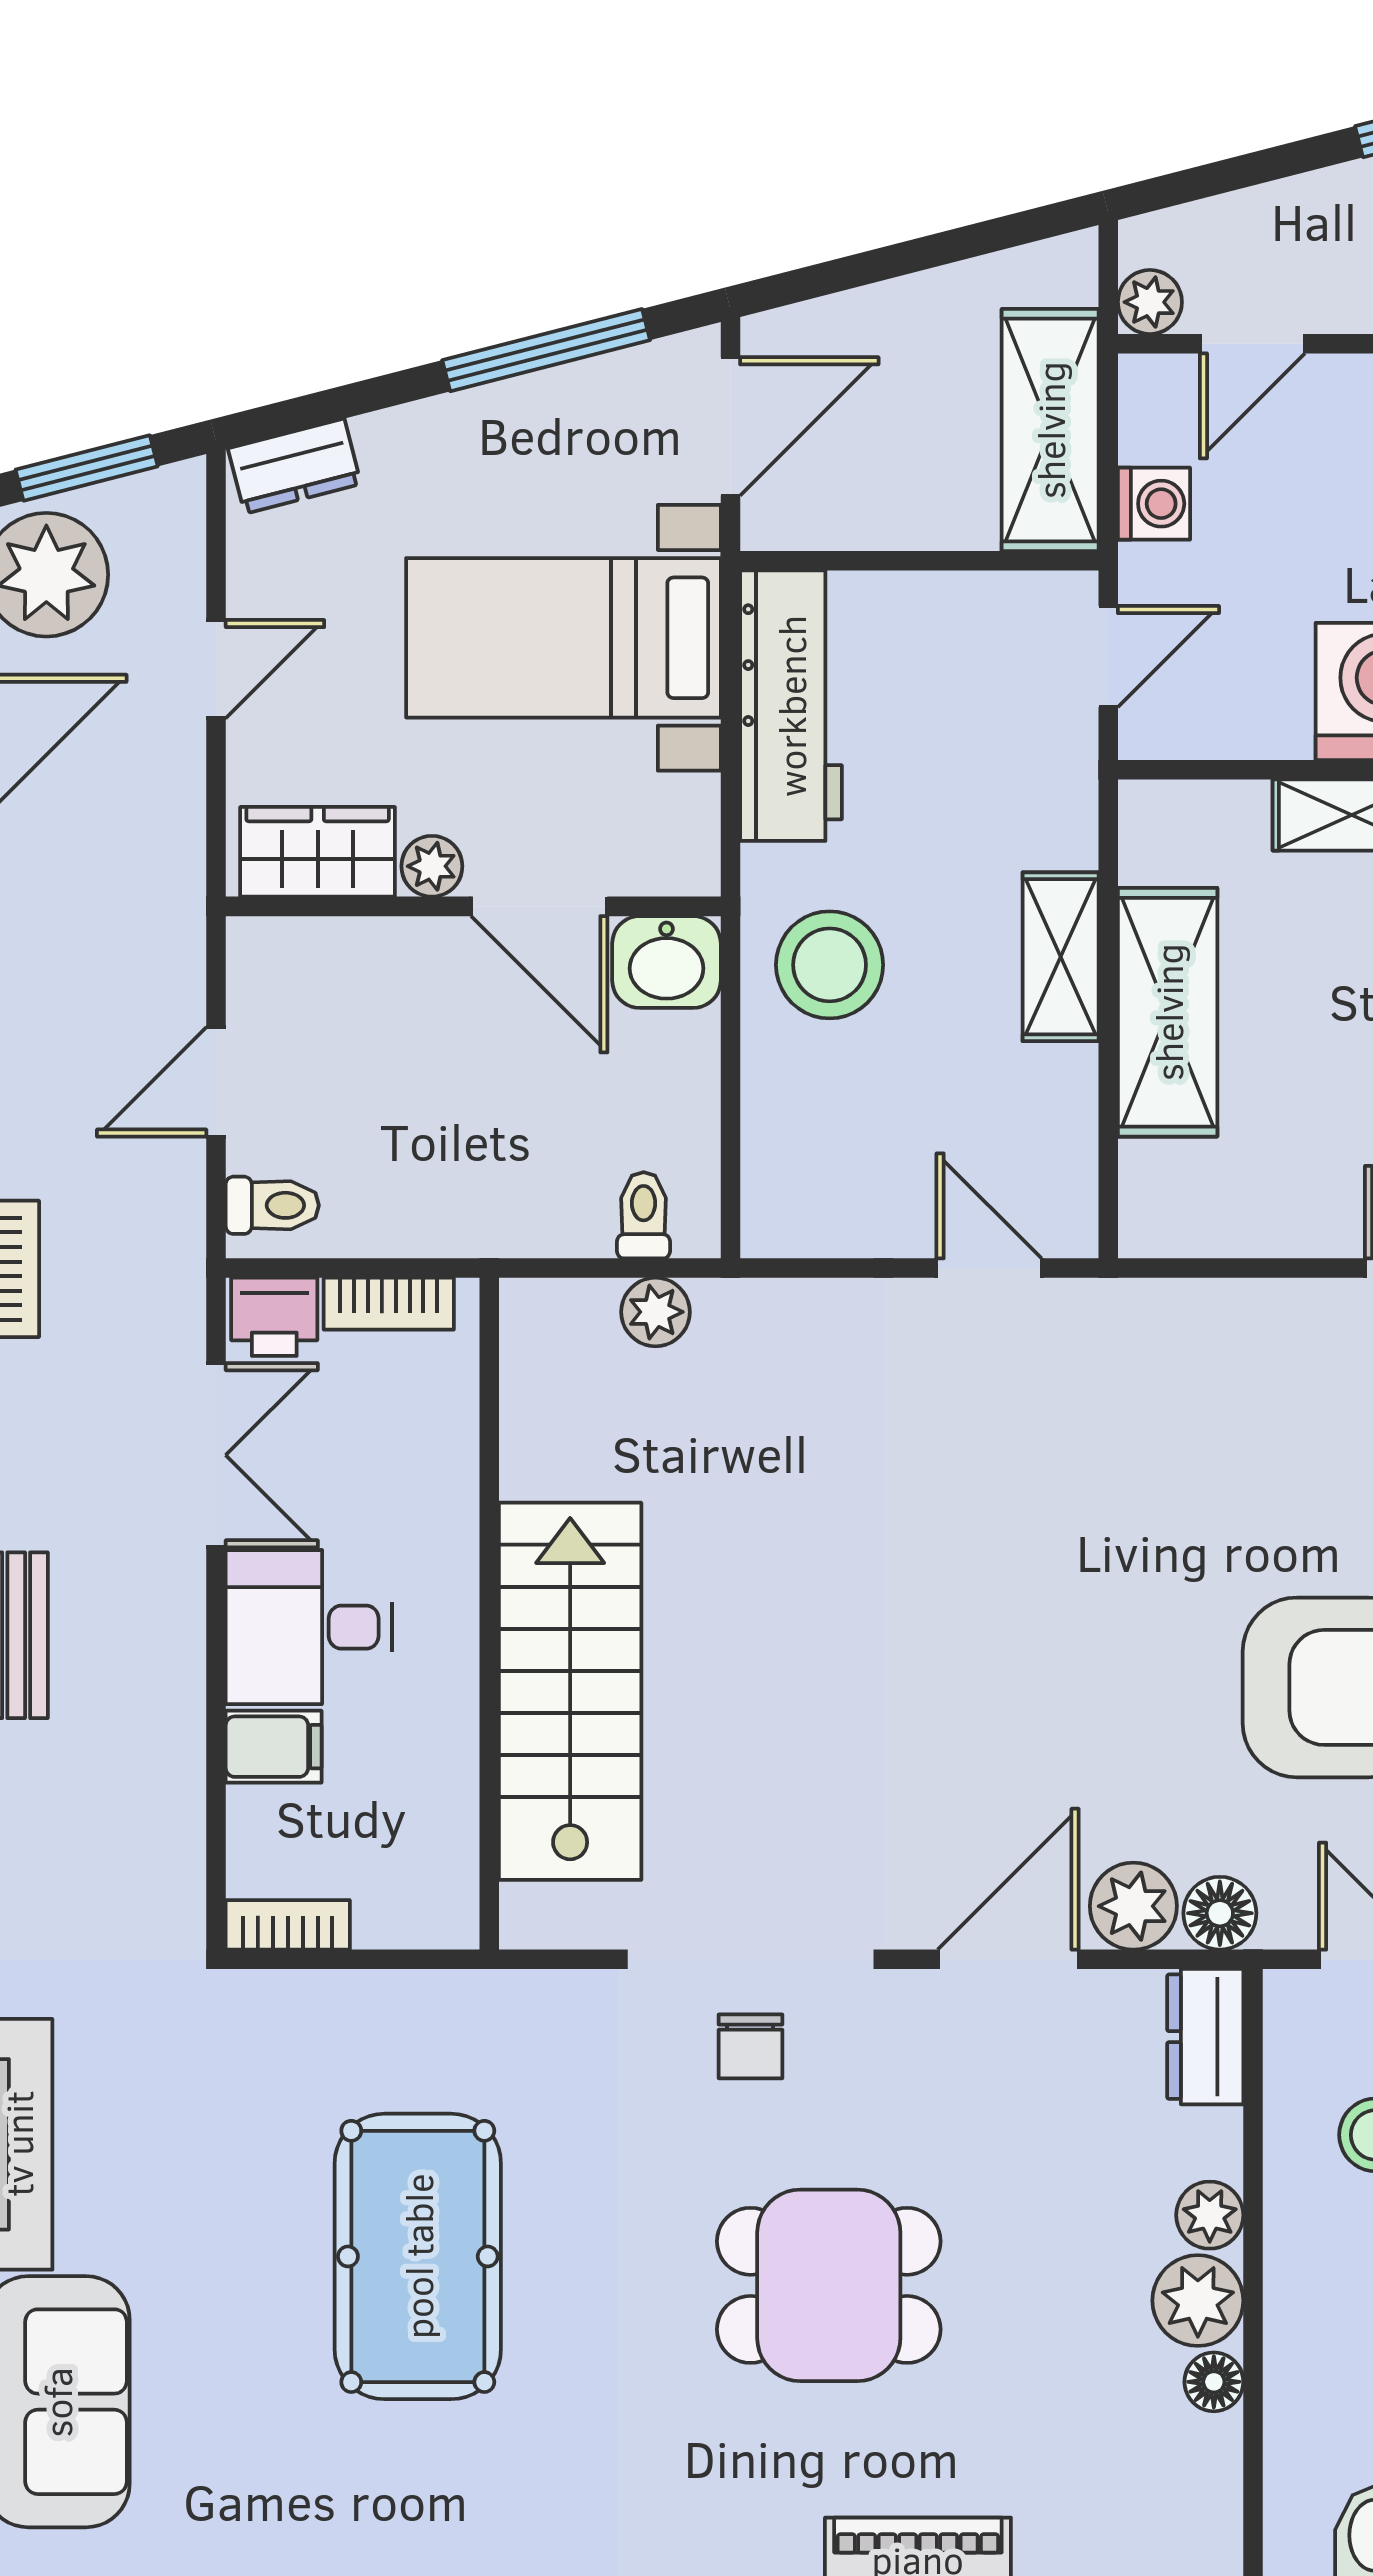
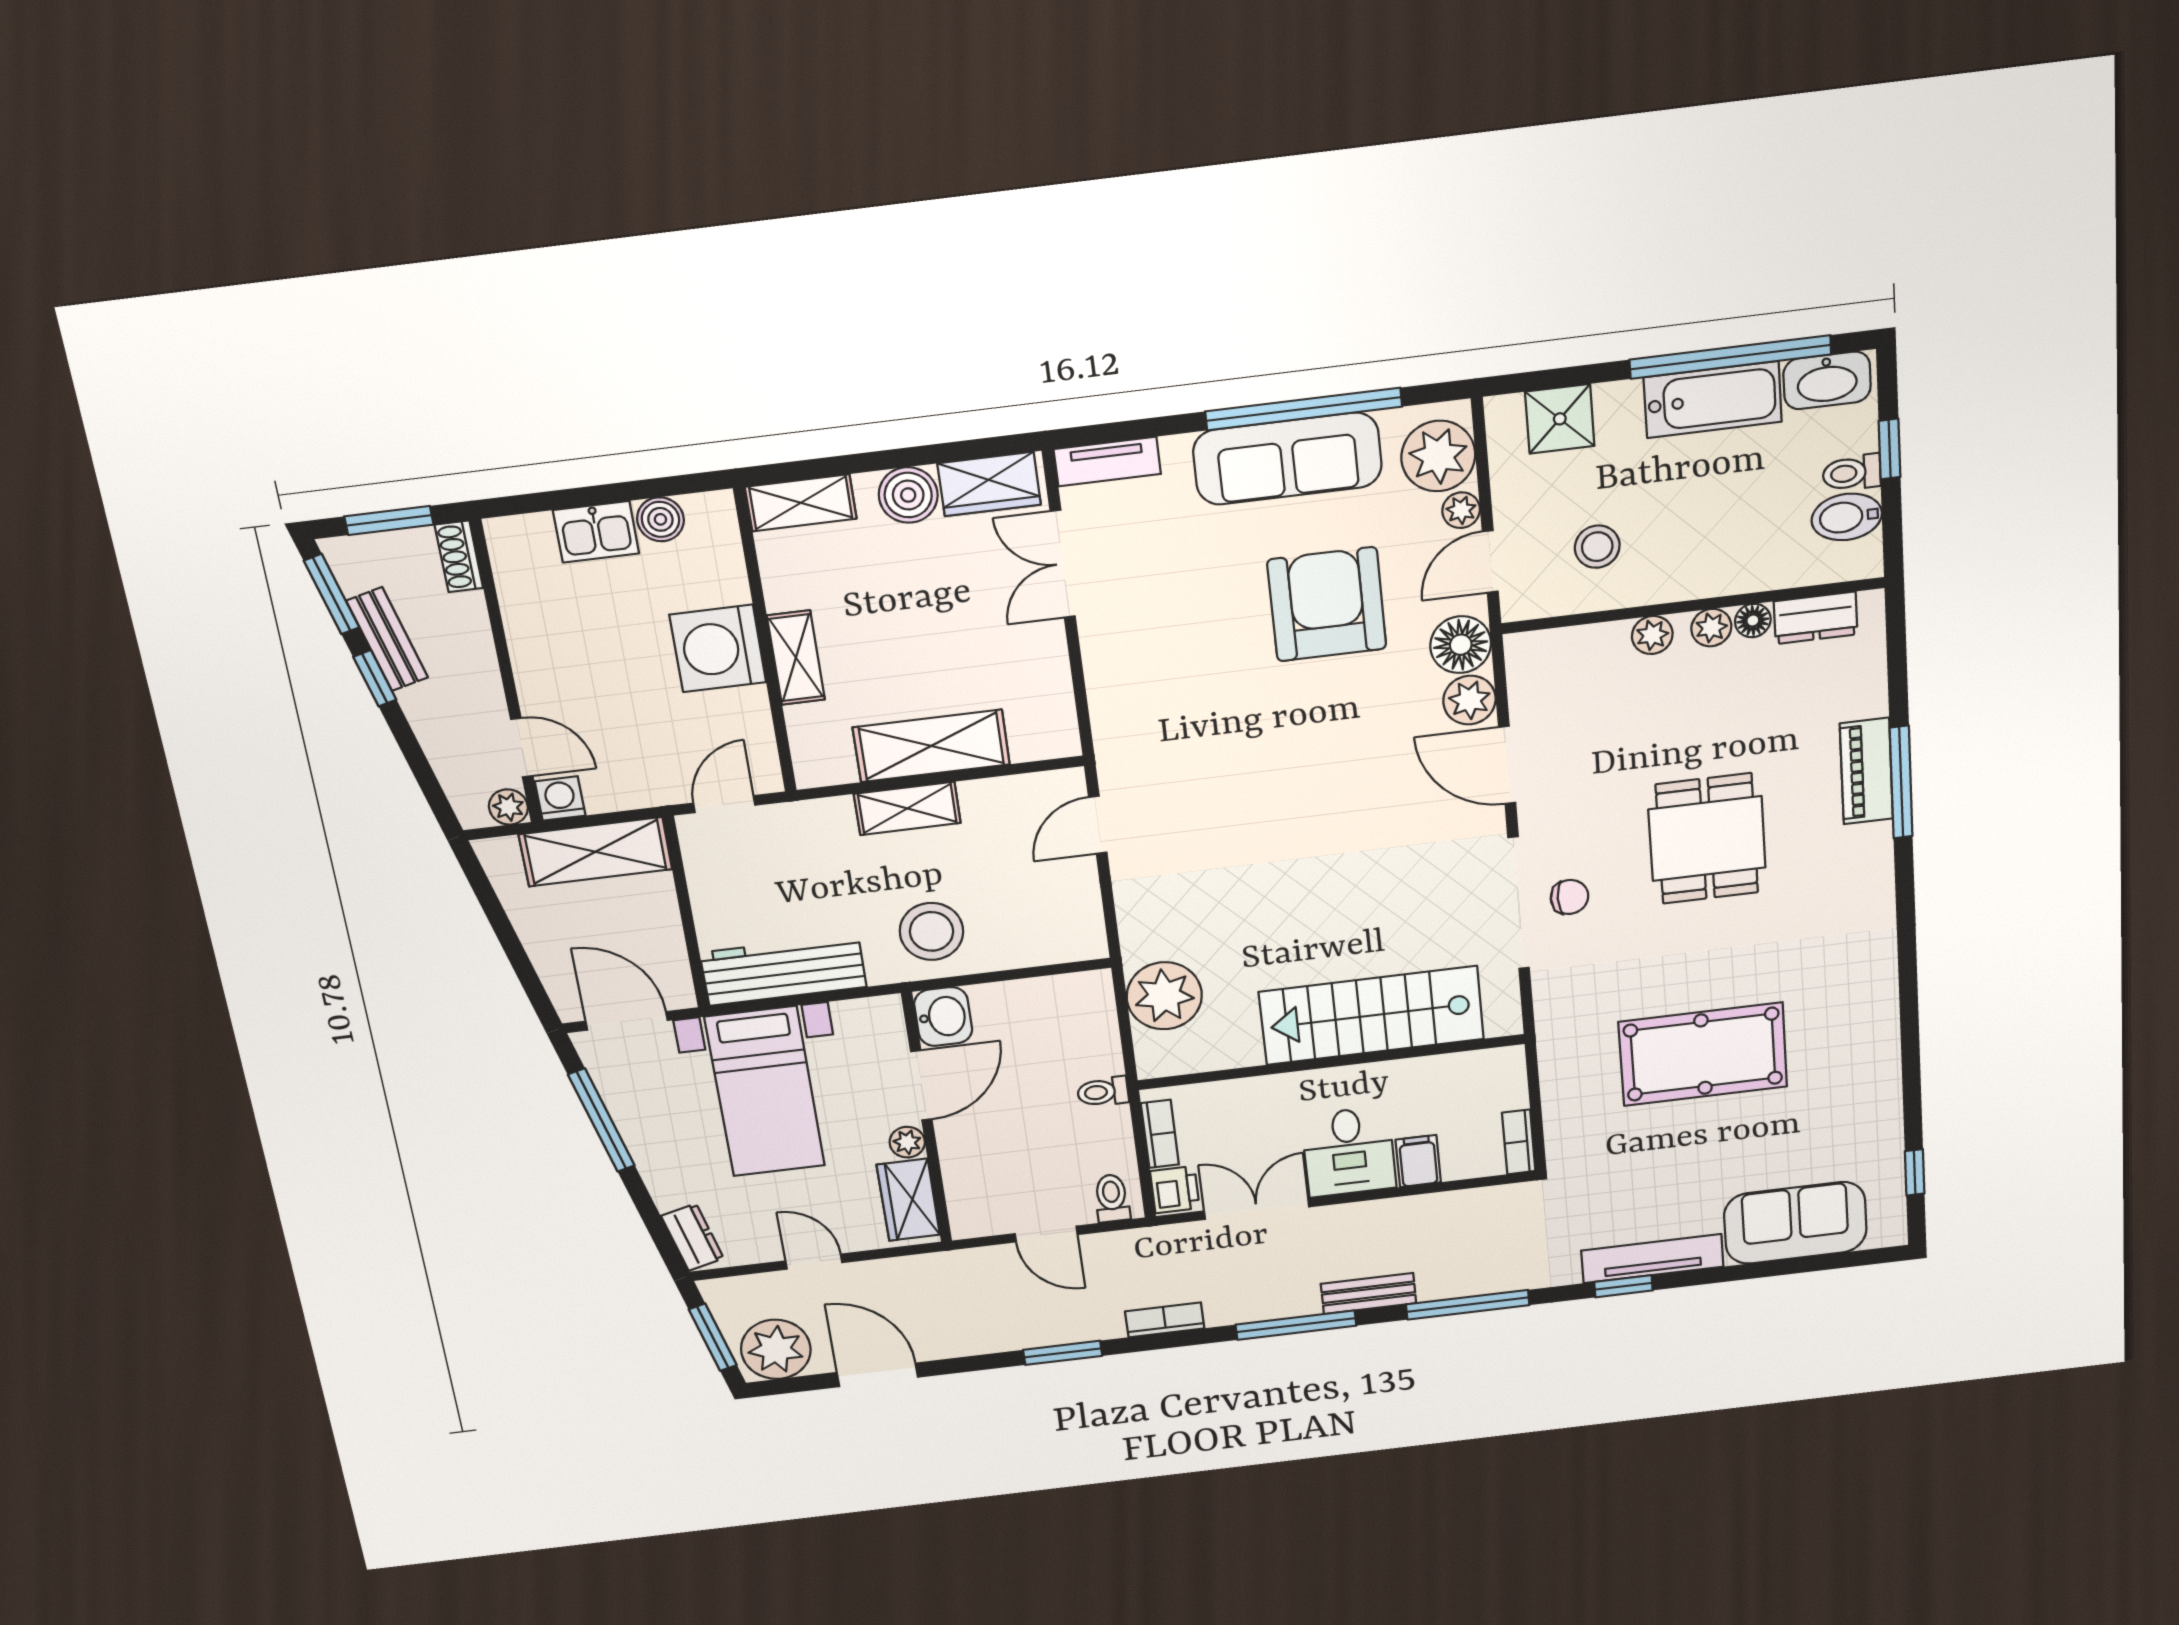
washing machine: (1154, 504) -> (560, 798), moved
door: (1108, 657) -> (724, 804), hinge flipped
toilet: (644, 1215) -> (1103, 1092), moved
plant: (655, 1312) -> (1164, 996), width x1.88, depth x1.88
floor lamp: (1220, 1913) -> (1461, 645), width x1.38, depth x1.38
dresser: (1205, 2037) -> (1816, 618), moved
plant: (1198, 2301) -> (1711, 628), width x0.73, depth x0.73

